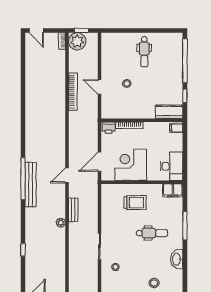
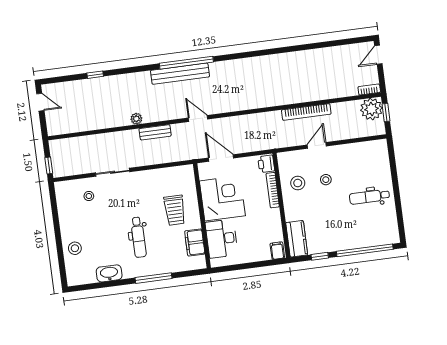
stool: (127, 105) -> (298, 183), added
desk: (172, 166) -> (222, 239), moved, turned 90
filing cabinet: (173, 190) -> (195, 242), moved

